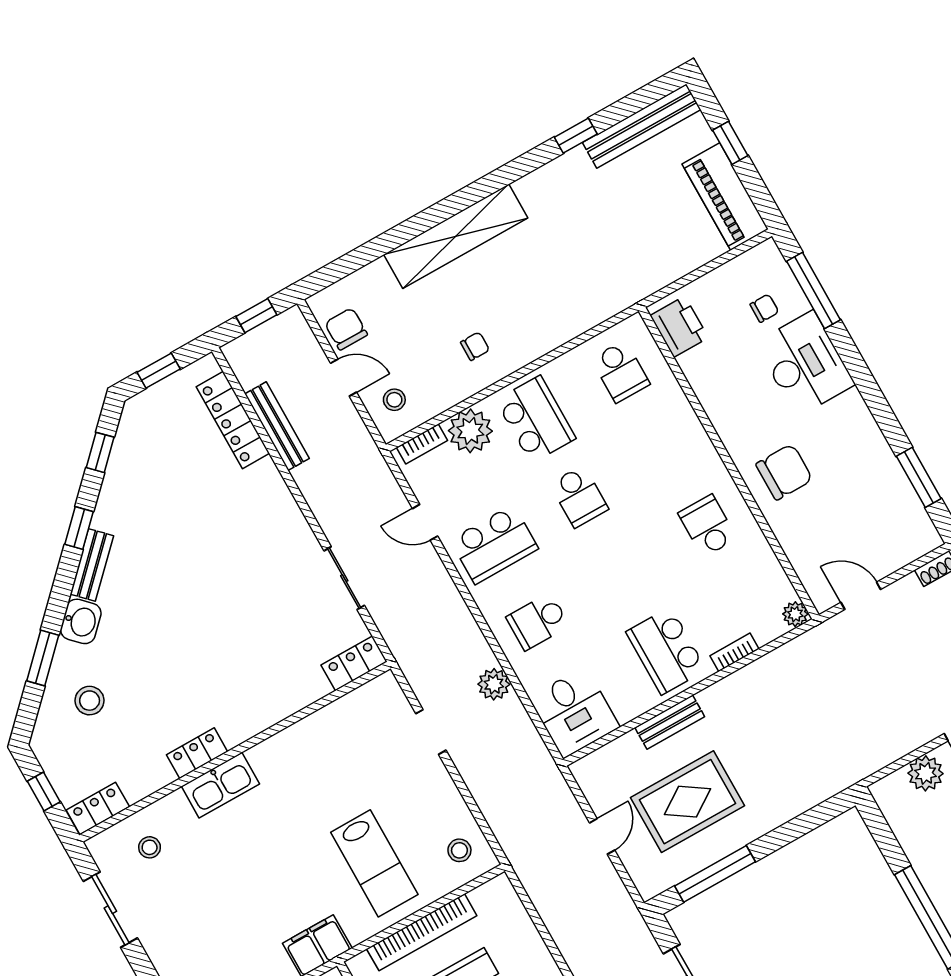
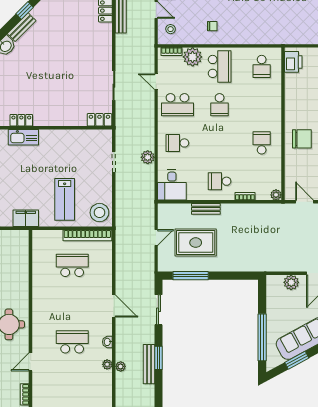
school desk: (666, 651) -> (220, 181), width x0.54
stool: (459, 850) -> (99, 213), width x1.89, depth x1.89
bookcase: (422, 932) -> (87, 235), moved

